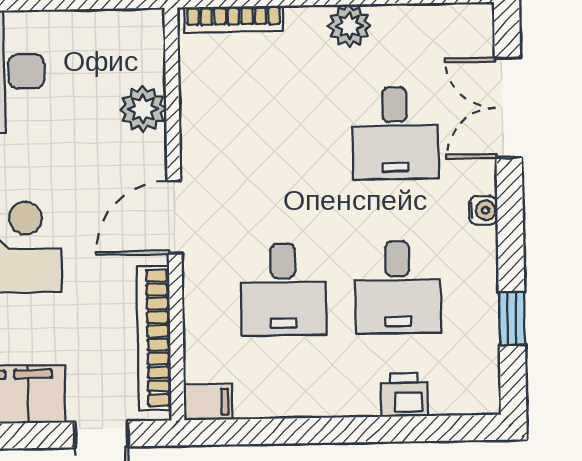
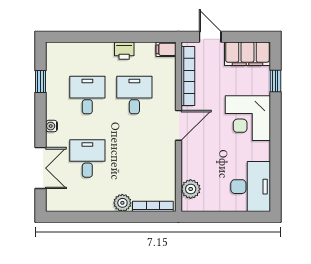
plant: (349, 26) -> (122, 203), moved
plant: (143, 109) -> (191, 189), moved
printer: (404, 395) -> (124, 51), moved

